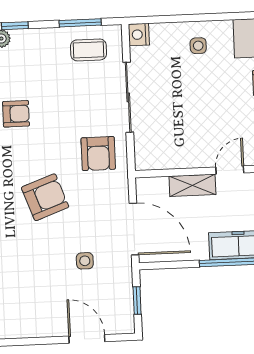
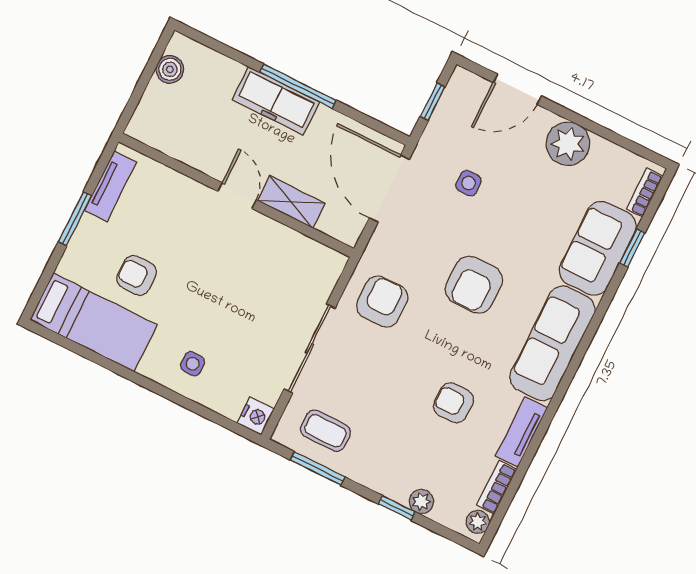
door: (230, 170) -> (237, 195), swing flipped
armchair: (45, 197) -> (474, 285), turned -70
plant: (35, 322) -> (568, 144), added
door: (87, 339) -> (517, 89), hinge flipped

